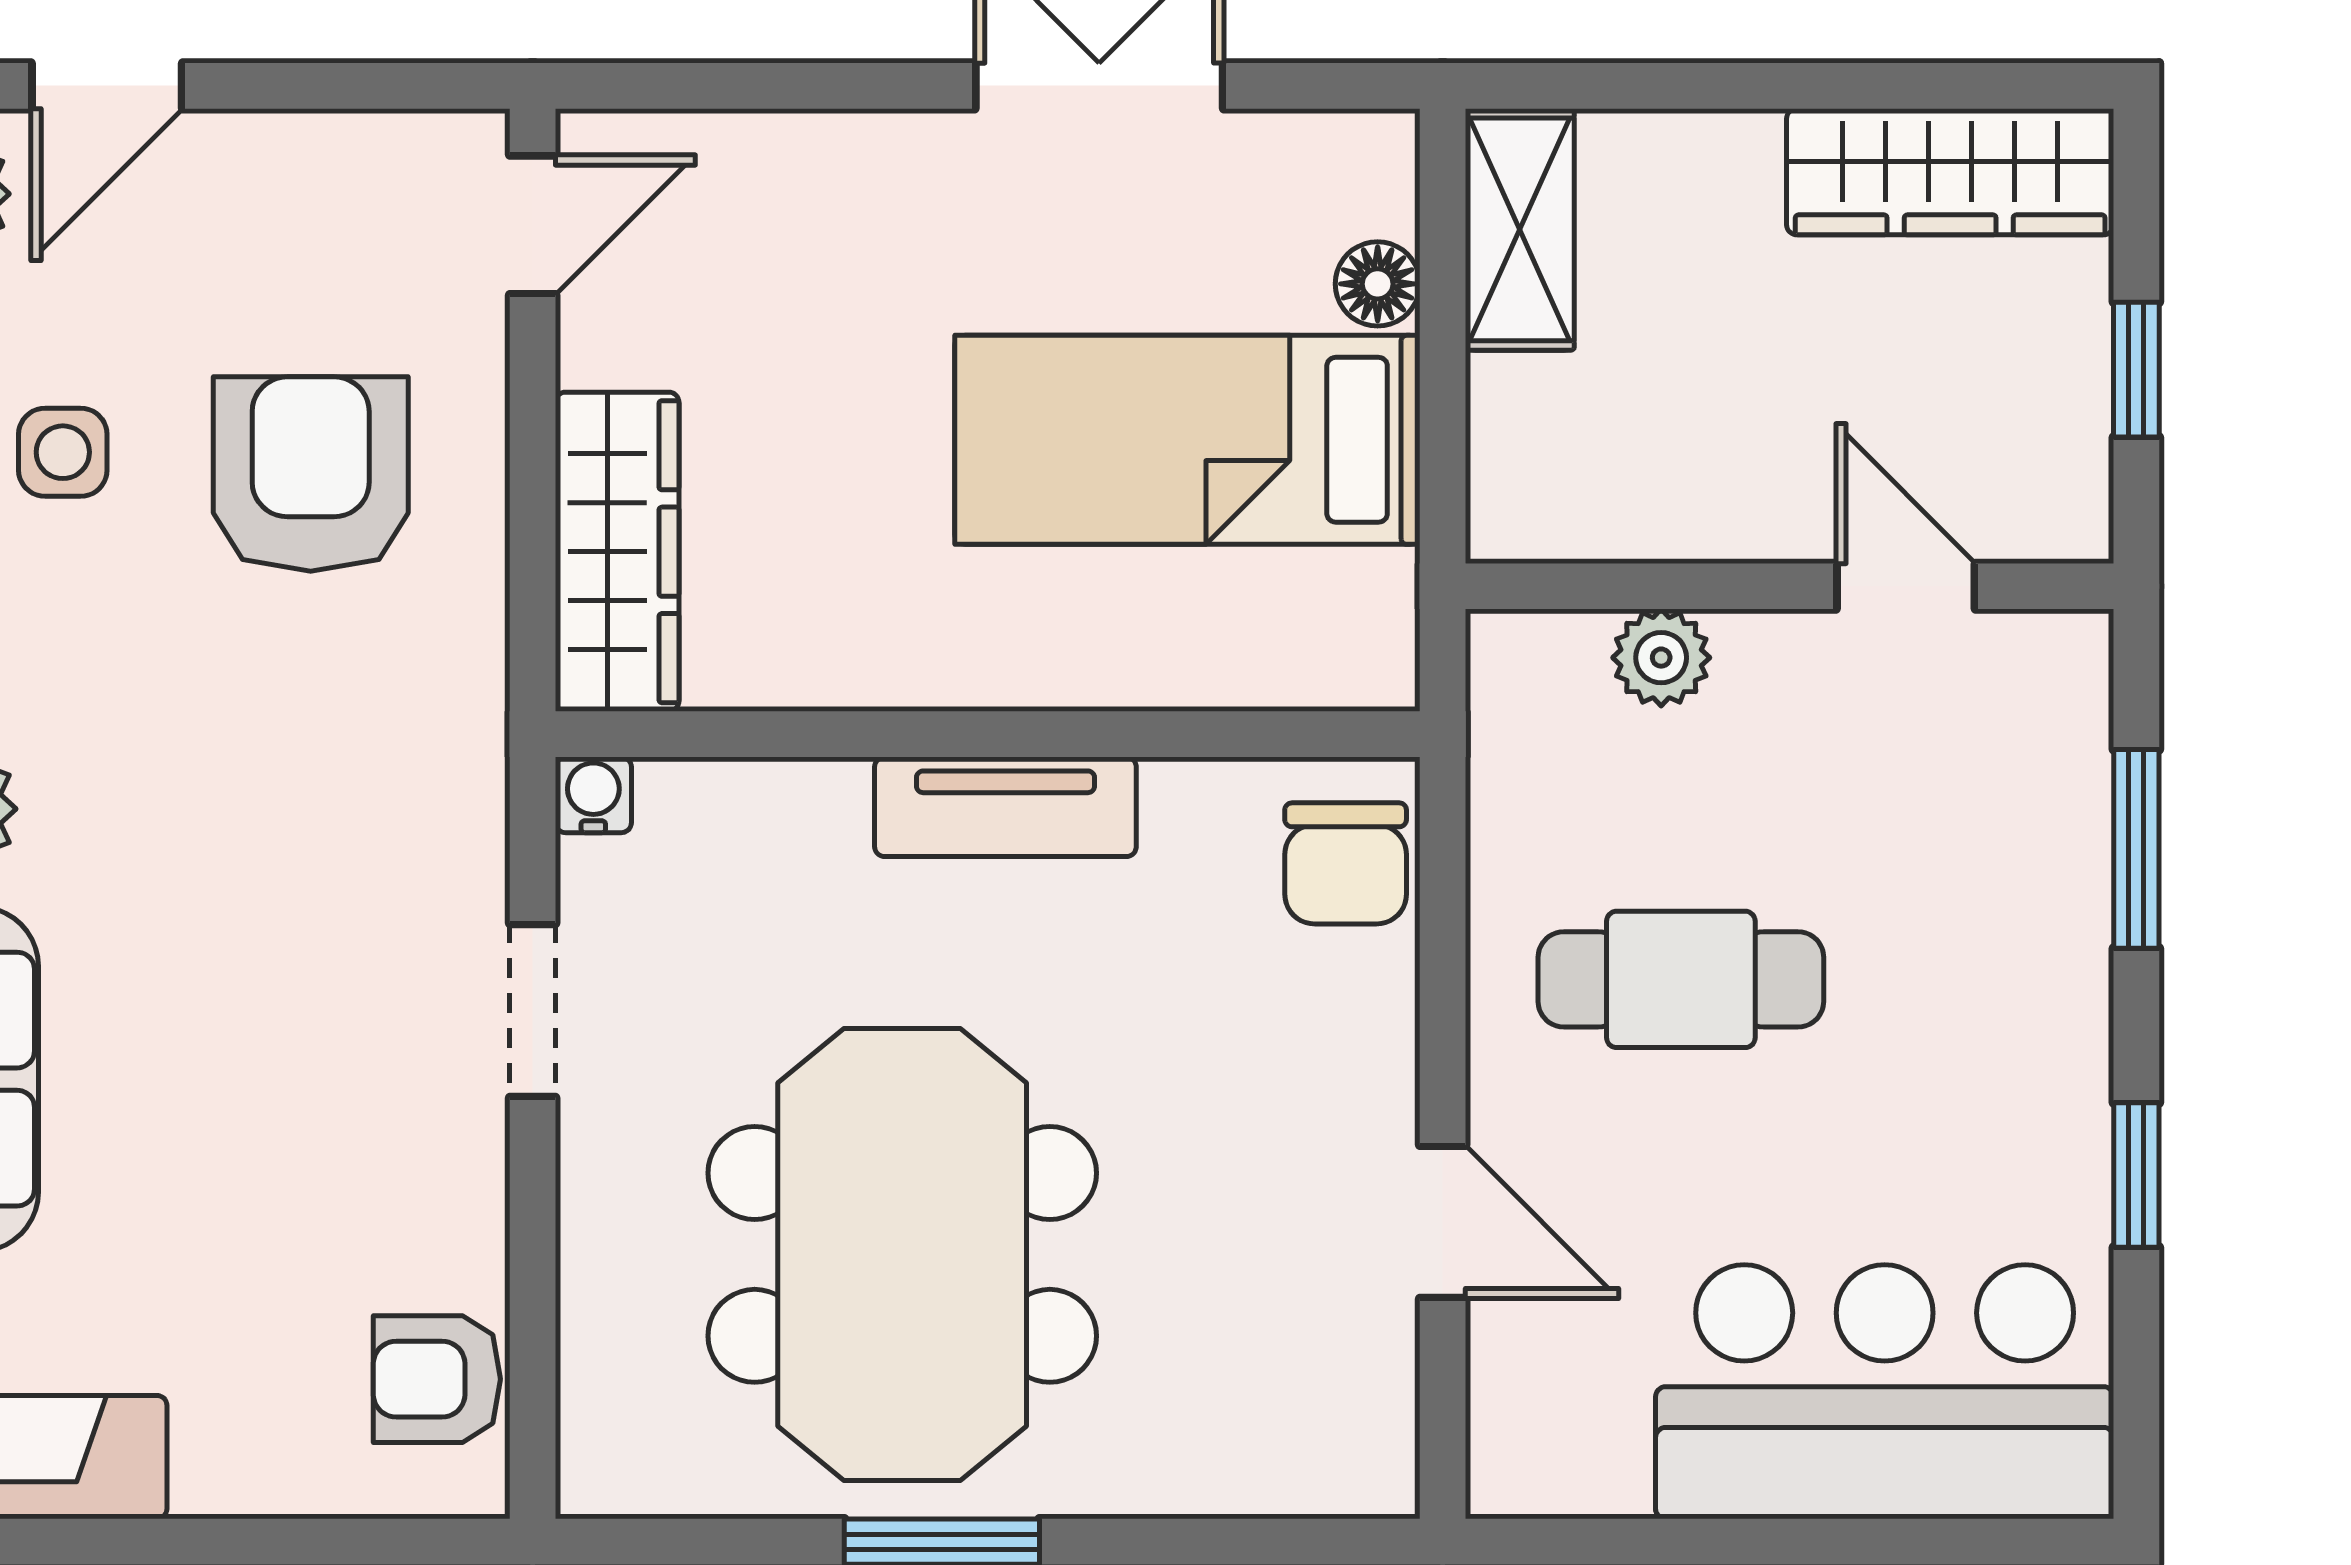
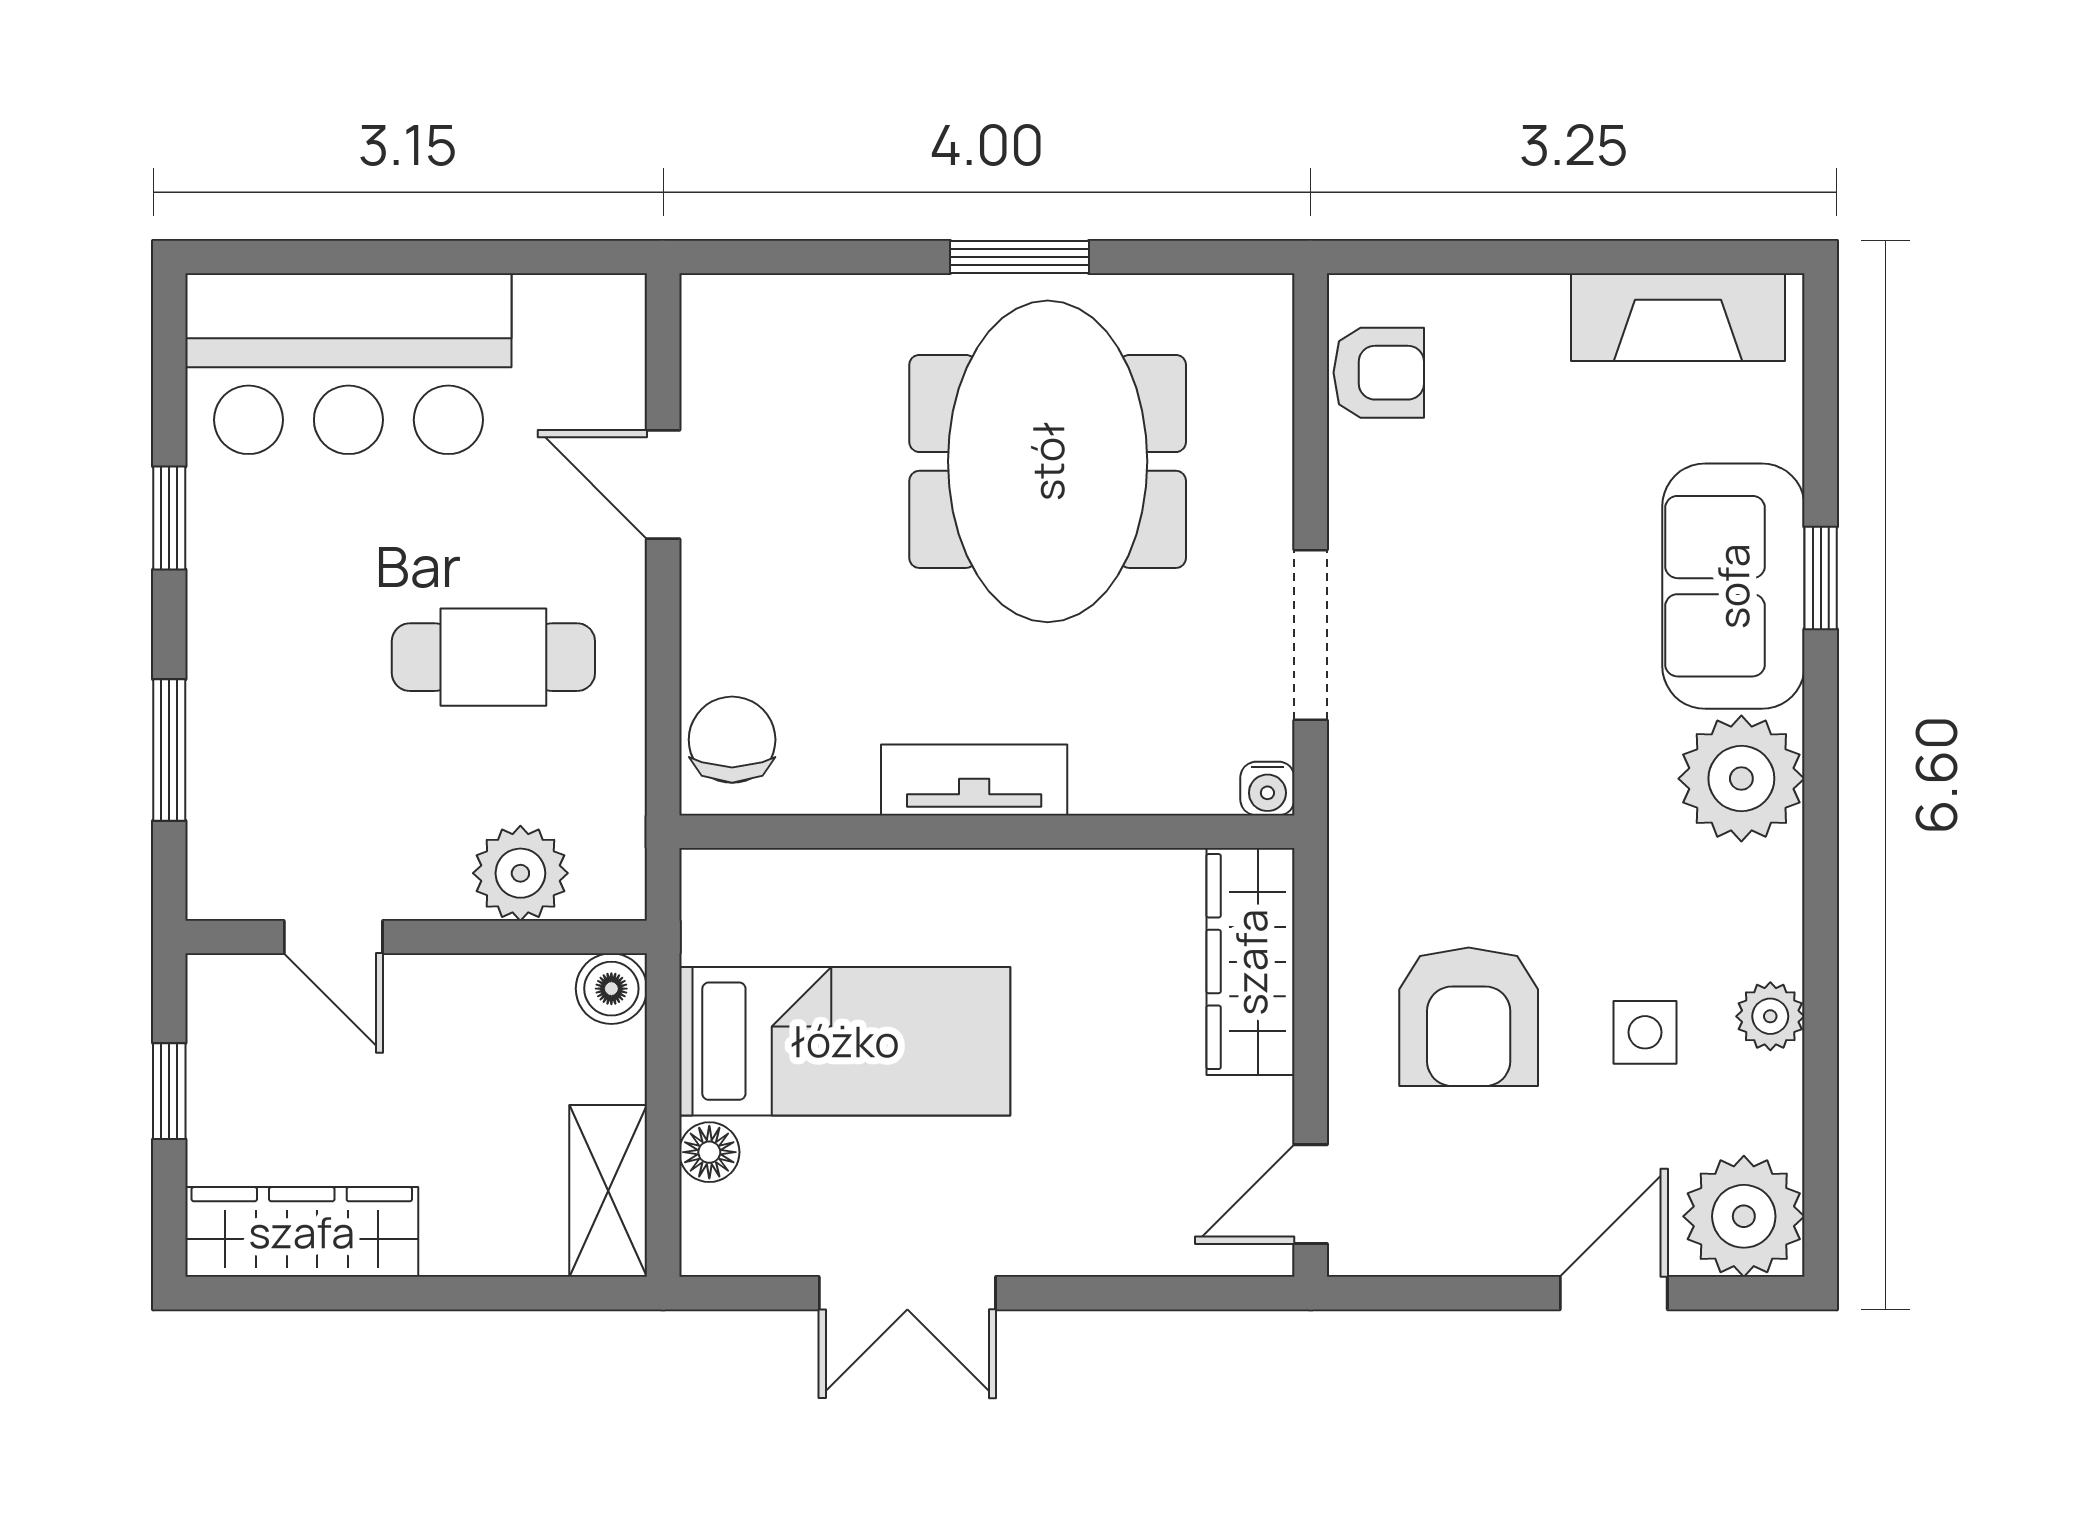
boiler: (1515, 514) -> (611, 989), added
plant: (1661, 658) -> (520, 873), width x1.38, depth x1.38
doorway: (533, 1010) -> (1311, 635), width x1.38

